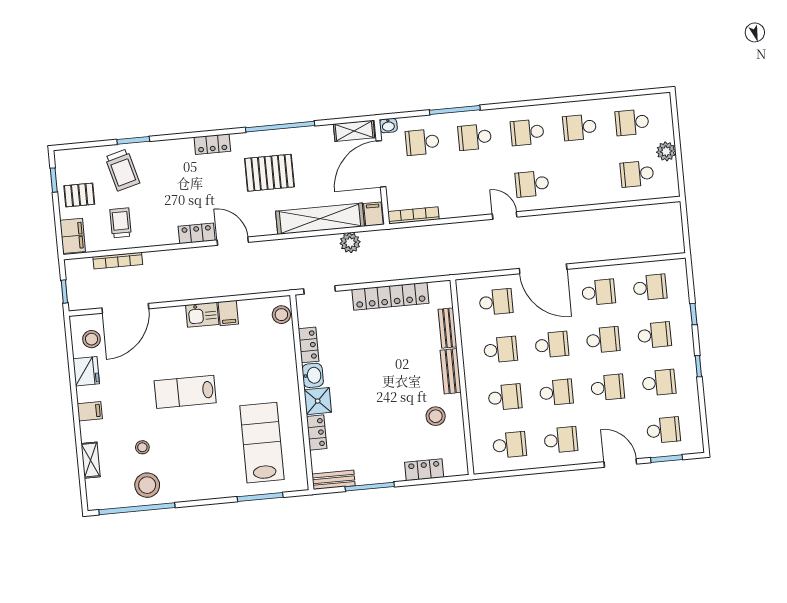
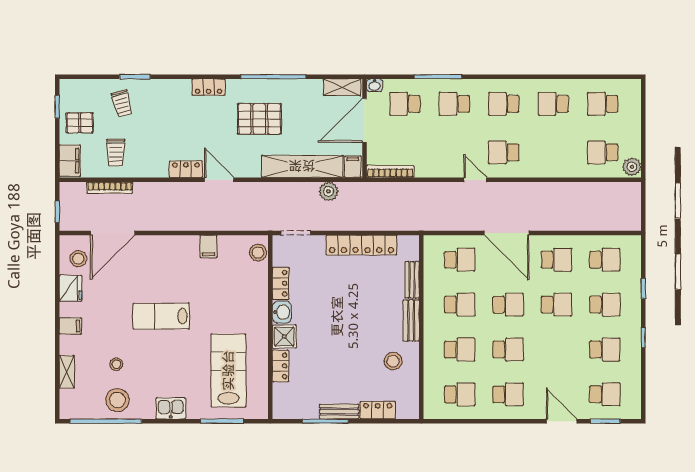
plant: (666, 151) -> (632, 167), moved
trolley: (122, 170) -> (122, 103), width x0.73, depth x0.72
trolley: (121, 223) -> (116, 153), turned 180
kitchen sink: (202, 315) -> (171, 408), moved, turned 180
school desk: (608, 387) -> (556, 349), removed
bench: (333, 480) -> (339, 412), moved

